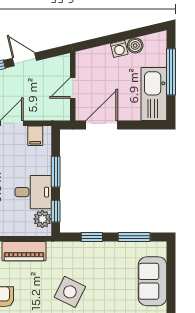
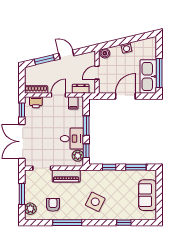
boiler: (135, 45) -> (105, 53), moved
window: (171, 72) -> (159, 73), moved
dresser: (47, 113) -> (81, 89), added
door: (102, 125) -> (125, 96), moved

